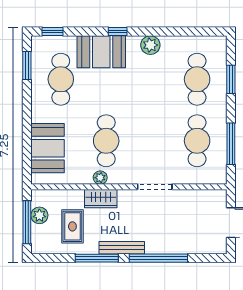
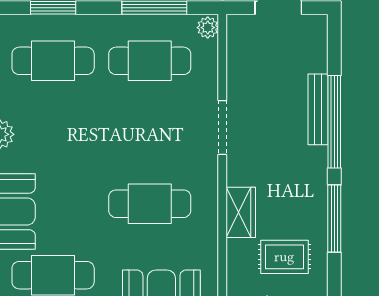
plant: (100, 178) -> (208, 28), moved
bench: (122, 248) -> (318, 109), moved

